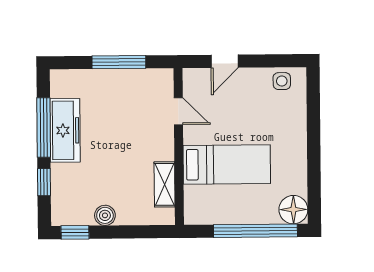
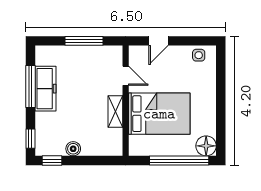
bed: (227, 164) -> (159, 114), width x1.50
window: (44, 182) -> (30, 139), moved
shelving: (165, 184) -> (115, 111), moved

